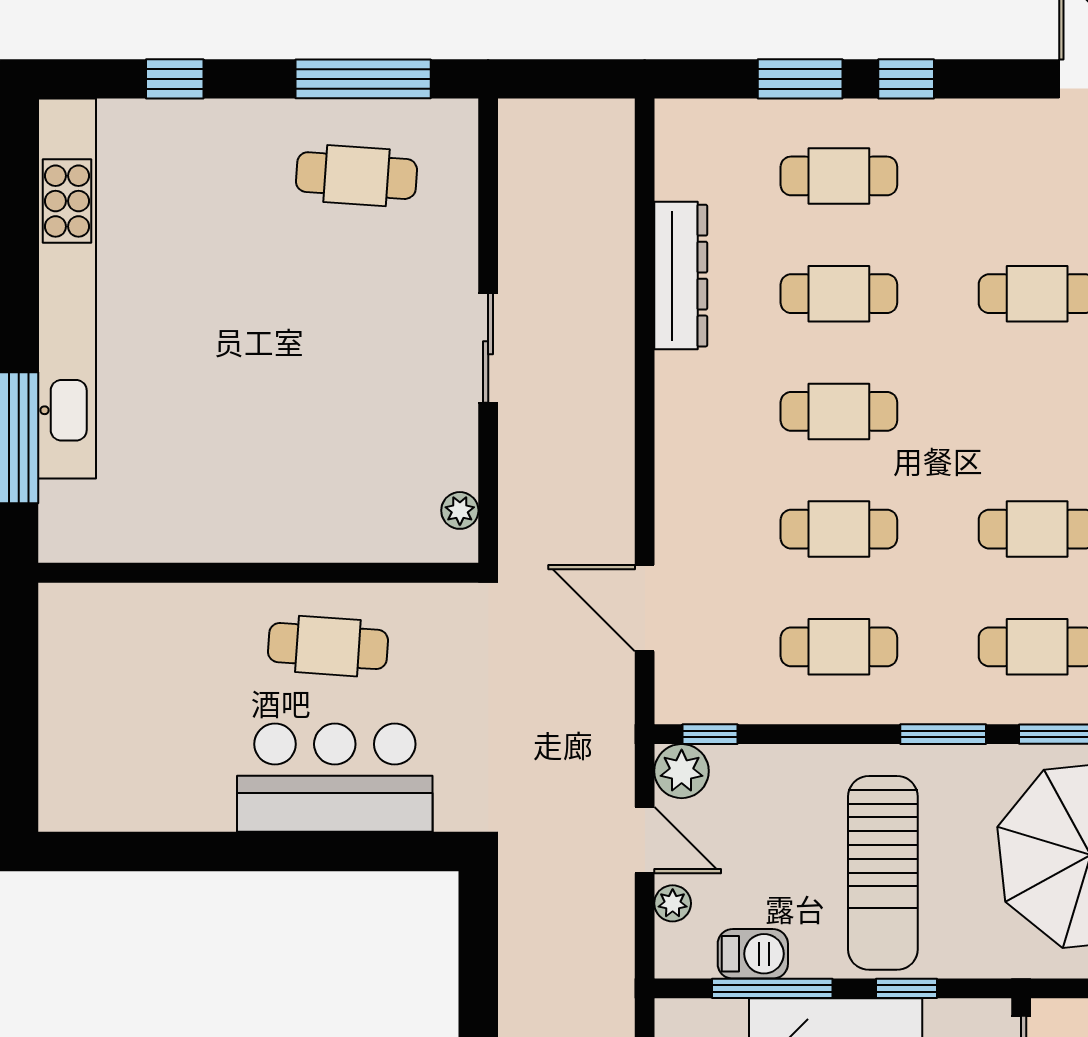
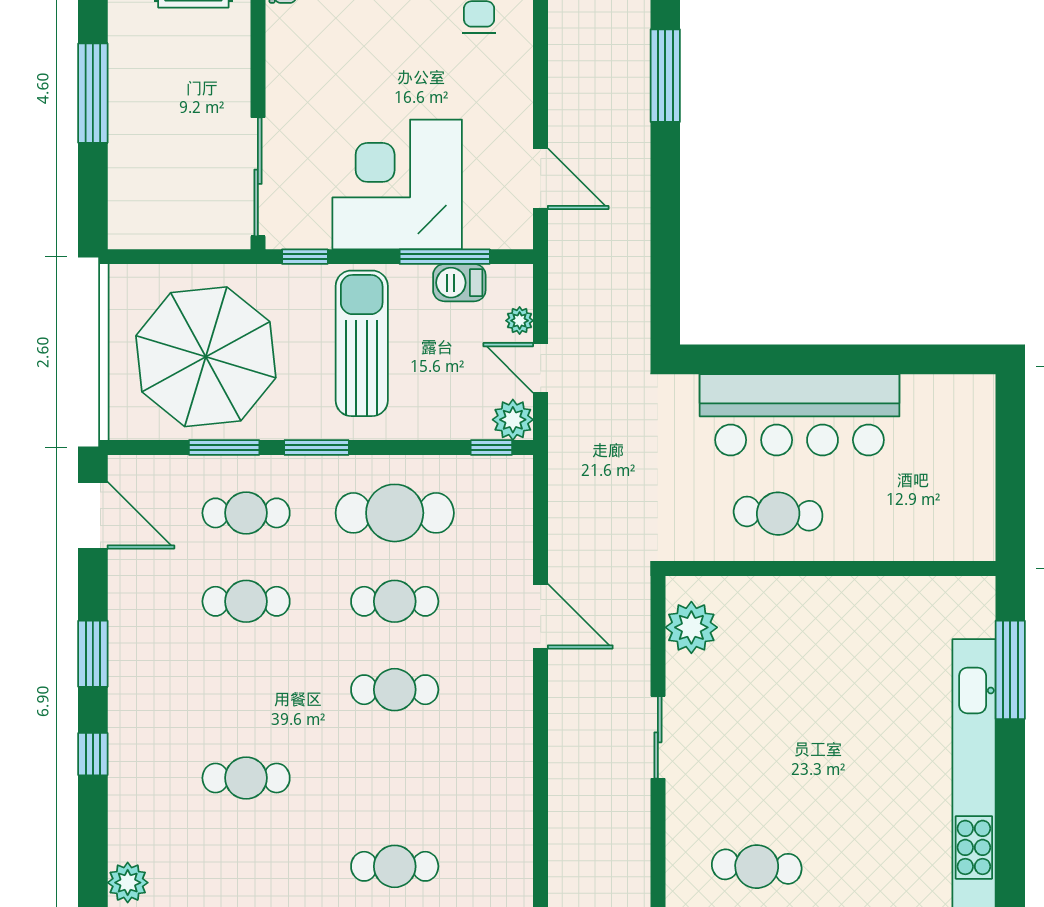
dresser: (681, 276) -> (513, 792), removed
cafe table: (839, 294) -> (395, 778), removed
plant: (460, 510) -> (691, 627), width x1.88, depth x1.88
door: (645, 608) -> (541, 616), moved
cafe table: (839, 647) -> (395, 513), width x1.37, depth x1.35
bar counter: (335, 778) -> (800, 415), width x1.36
window: (907, 988) -> (305, 257), moved

